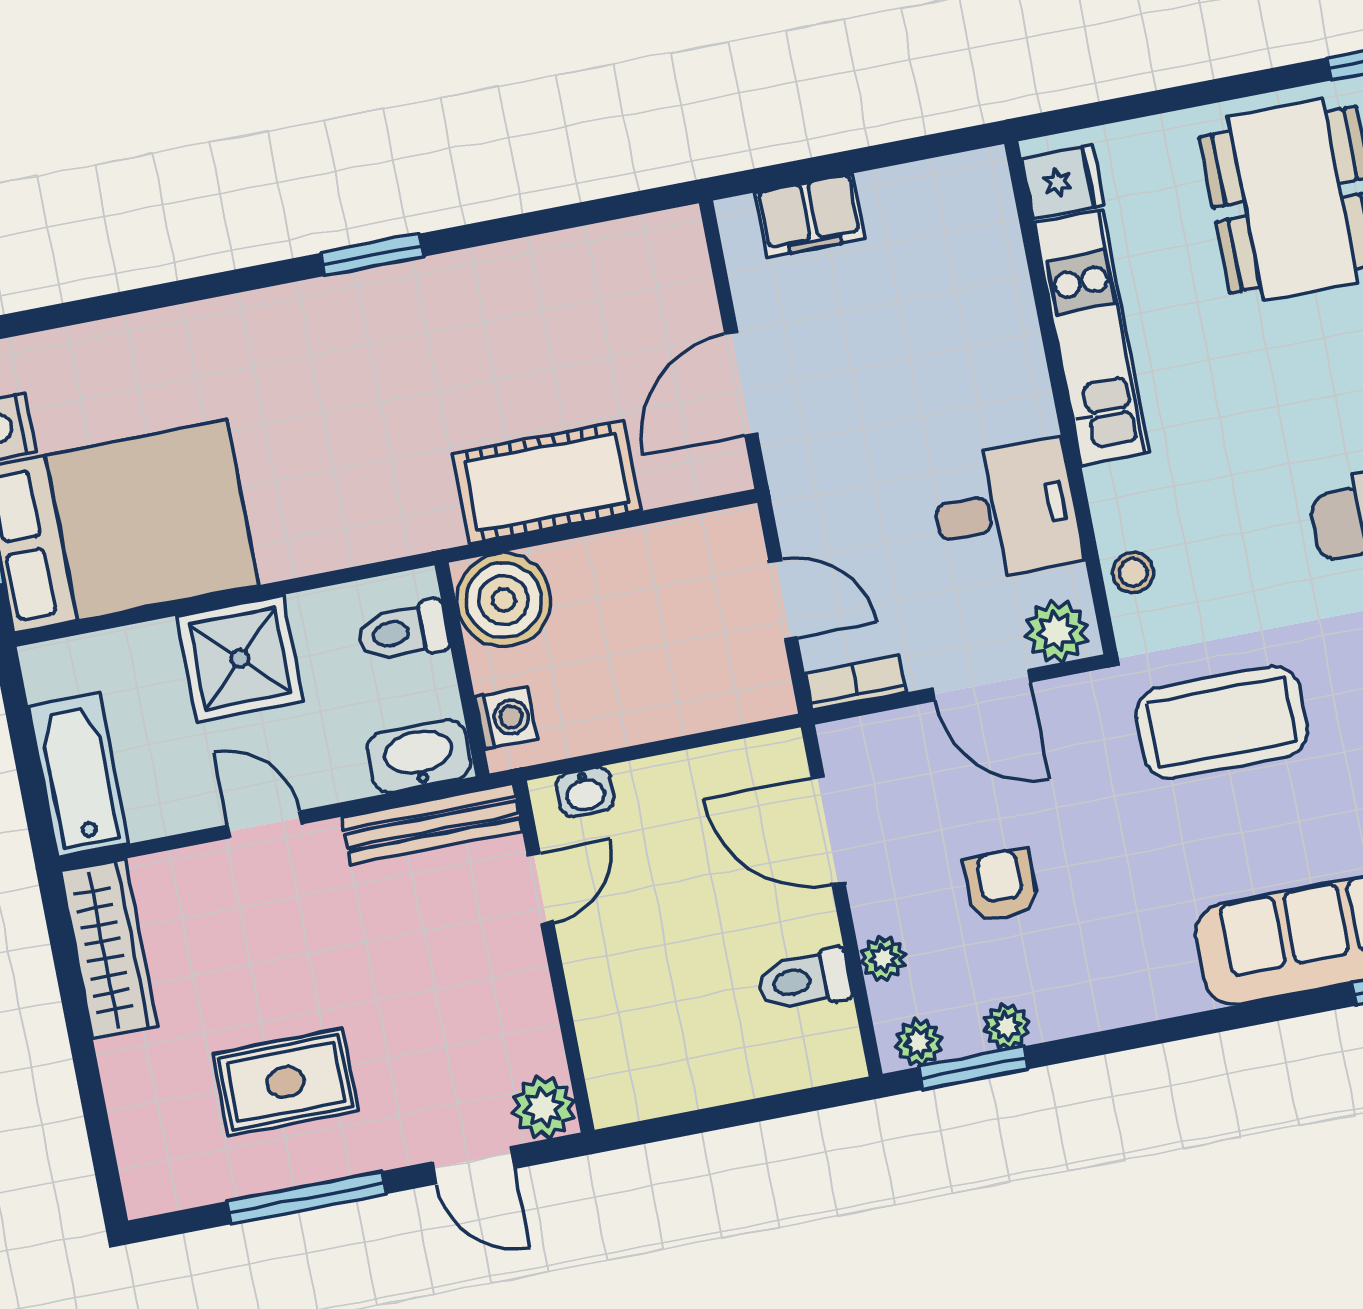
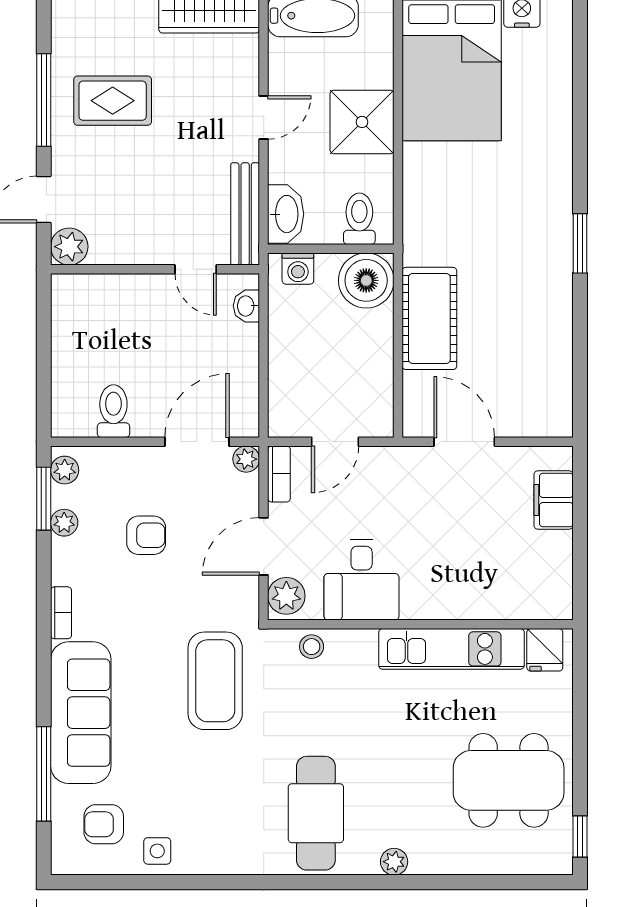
plant: (883, 958) -> (246, 459), moved
bookcase: (1158, 1002) -> (61, 613), added
rug: (286, 1082) -> (113, 101), turned 90

